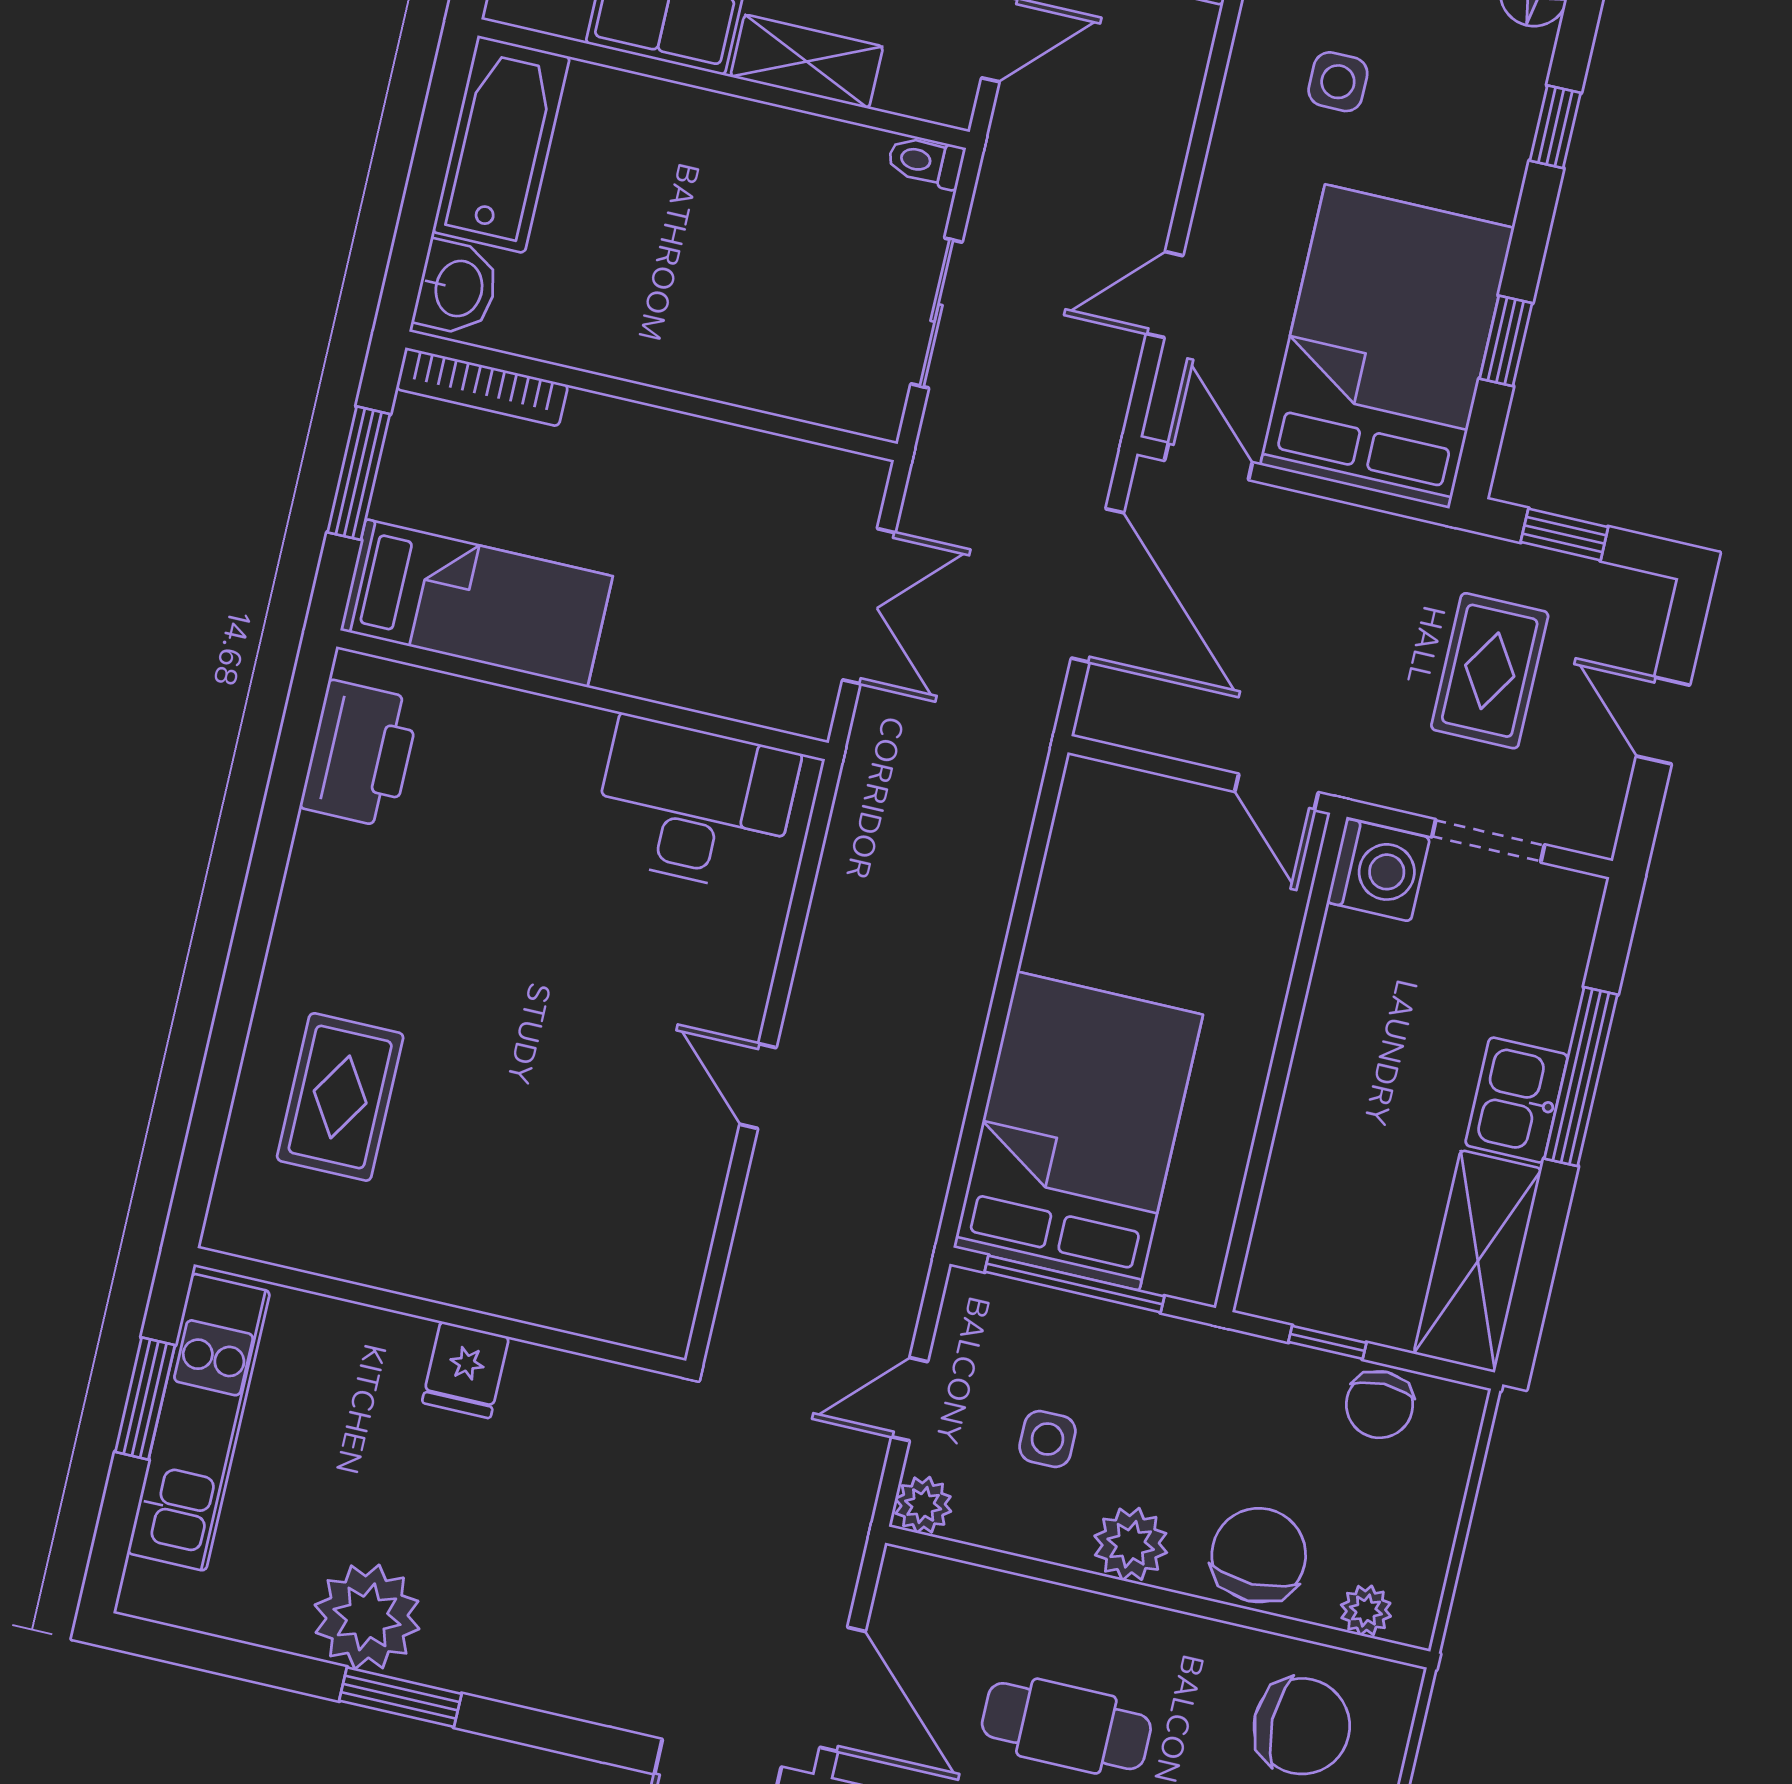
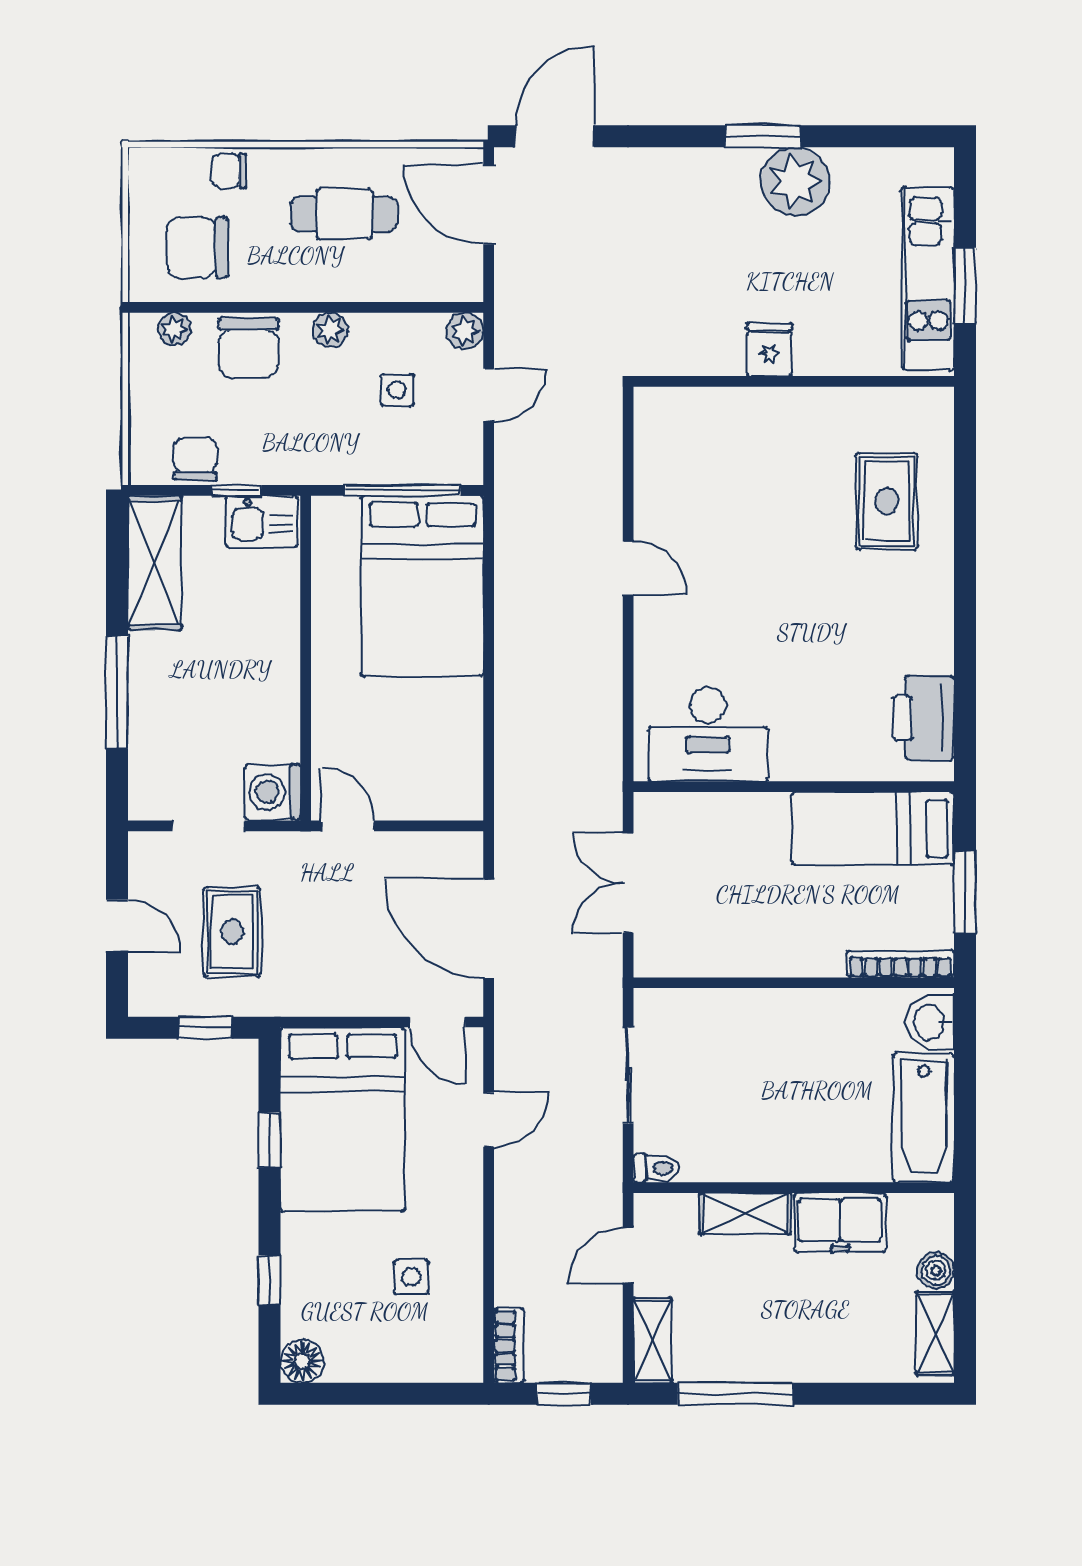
kitchen sink: (1516, 1100) -> (262, 521), moved, turned 90
plant: (1131, 1544) -> (330, 330), width x0.73, depth x0.73

